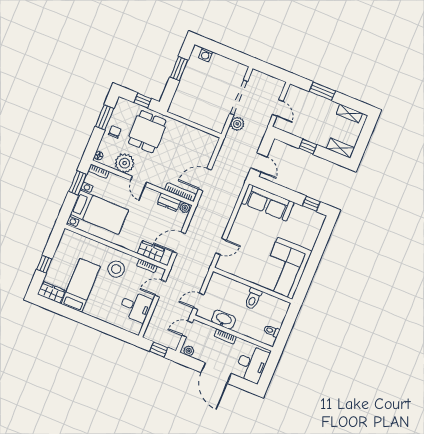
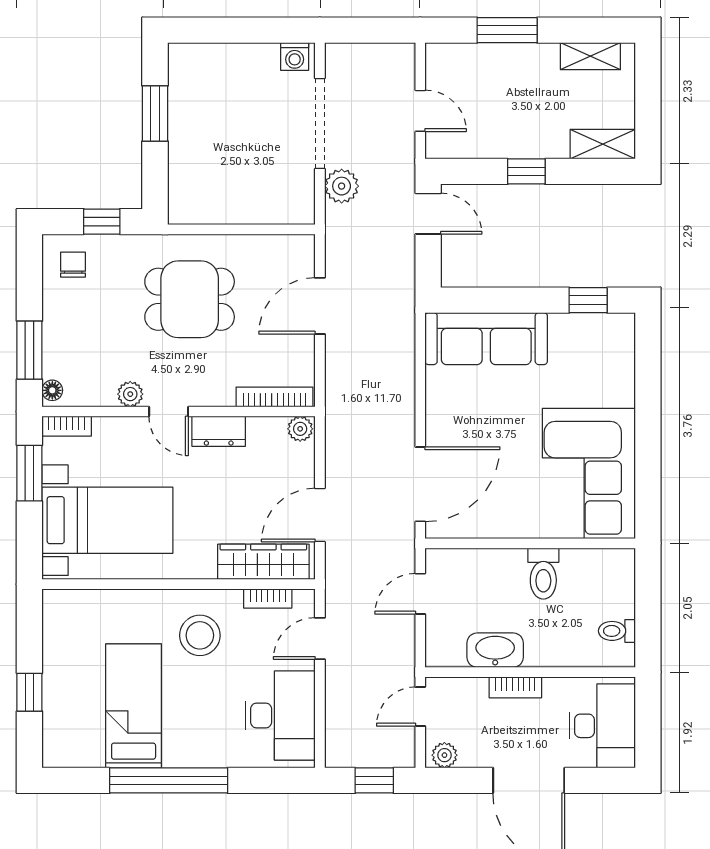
washing machine: (205, 55) -> (295, 57), moved
window: (105, 117) -> (29, 350), moved
chair: (115, 132) -> (73, 265), moved
dining table: (147, 132) -> (190, 299), moved, turned 90
door: (259, 162) -> (428, 214), moved
plant: (125, 163) -> (130, 394), width x0.53, depth x0.53
door: (205, 180) -> (320, 306), moved
dresser: (169, 202) -> (219, 431), moved
door: (221, 247) -> (420, 484), width x1.87
wardrobe: (151, 251) -> (263, 562), width x1.50
wardrobe: (51, 292) -> (73, 750), removed
door: (199, 301) -> (420, 594), moved
desk: (136, 307) -> (280, 715), width x1.37
window: (82, 318) -> (169, 780), added

